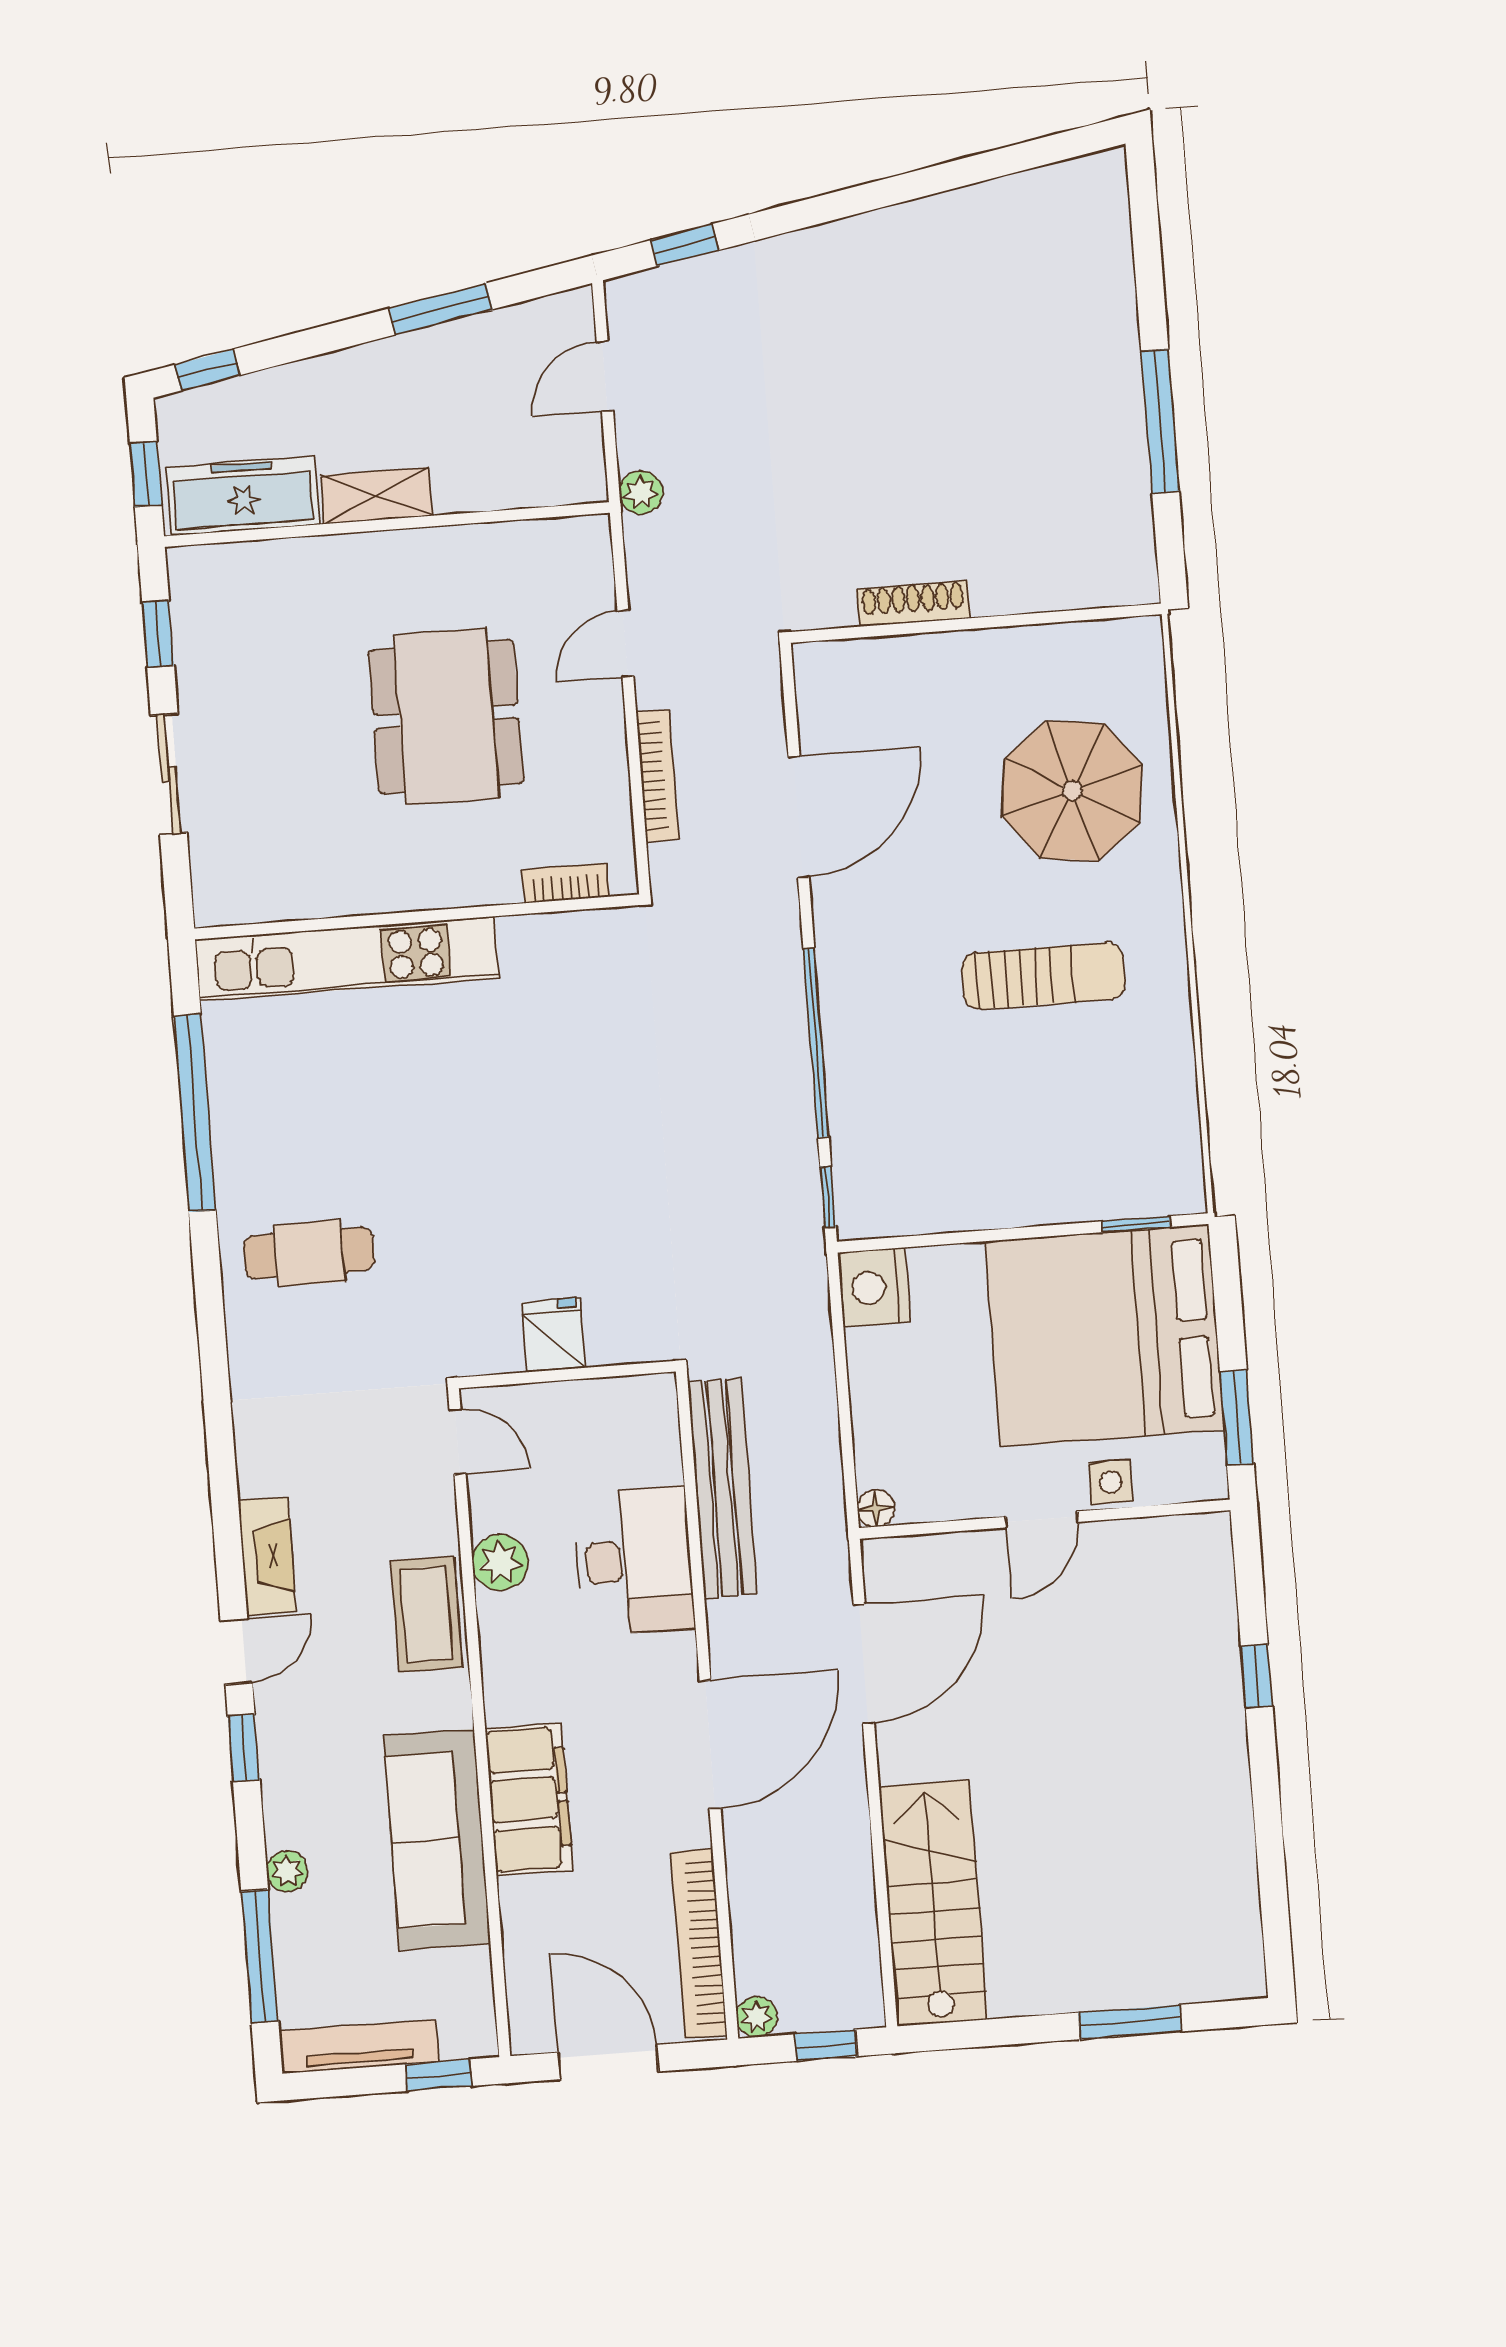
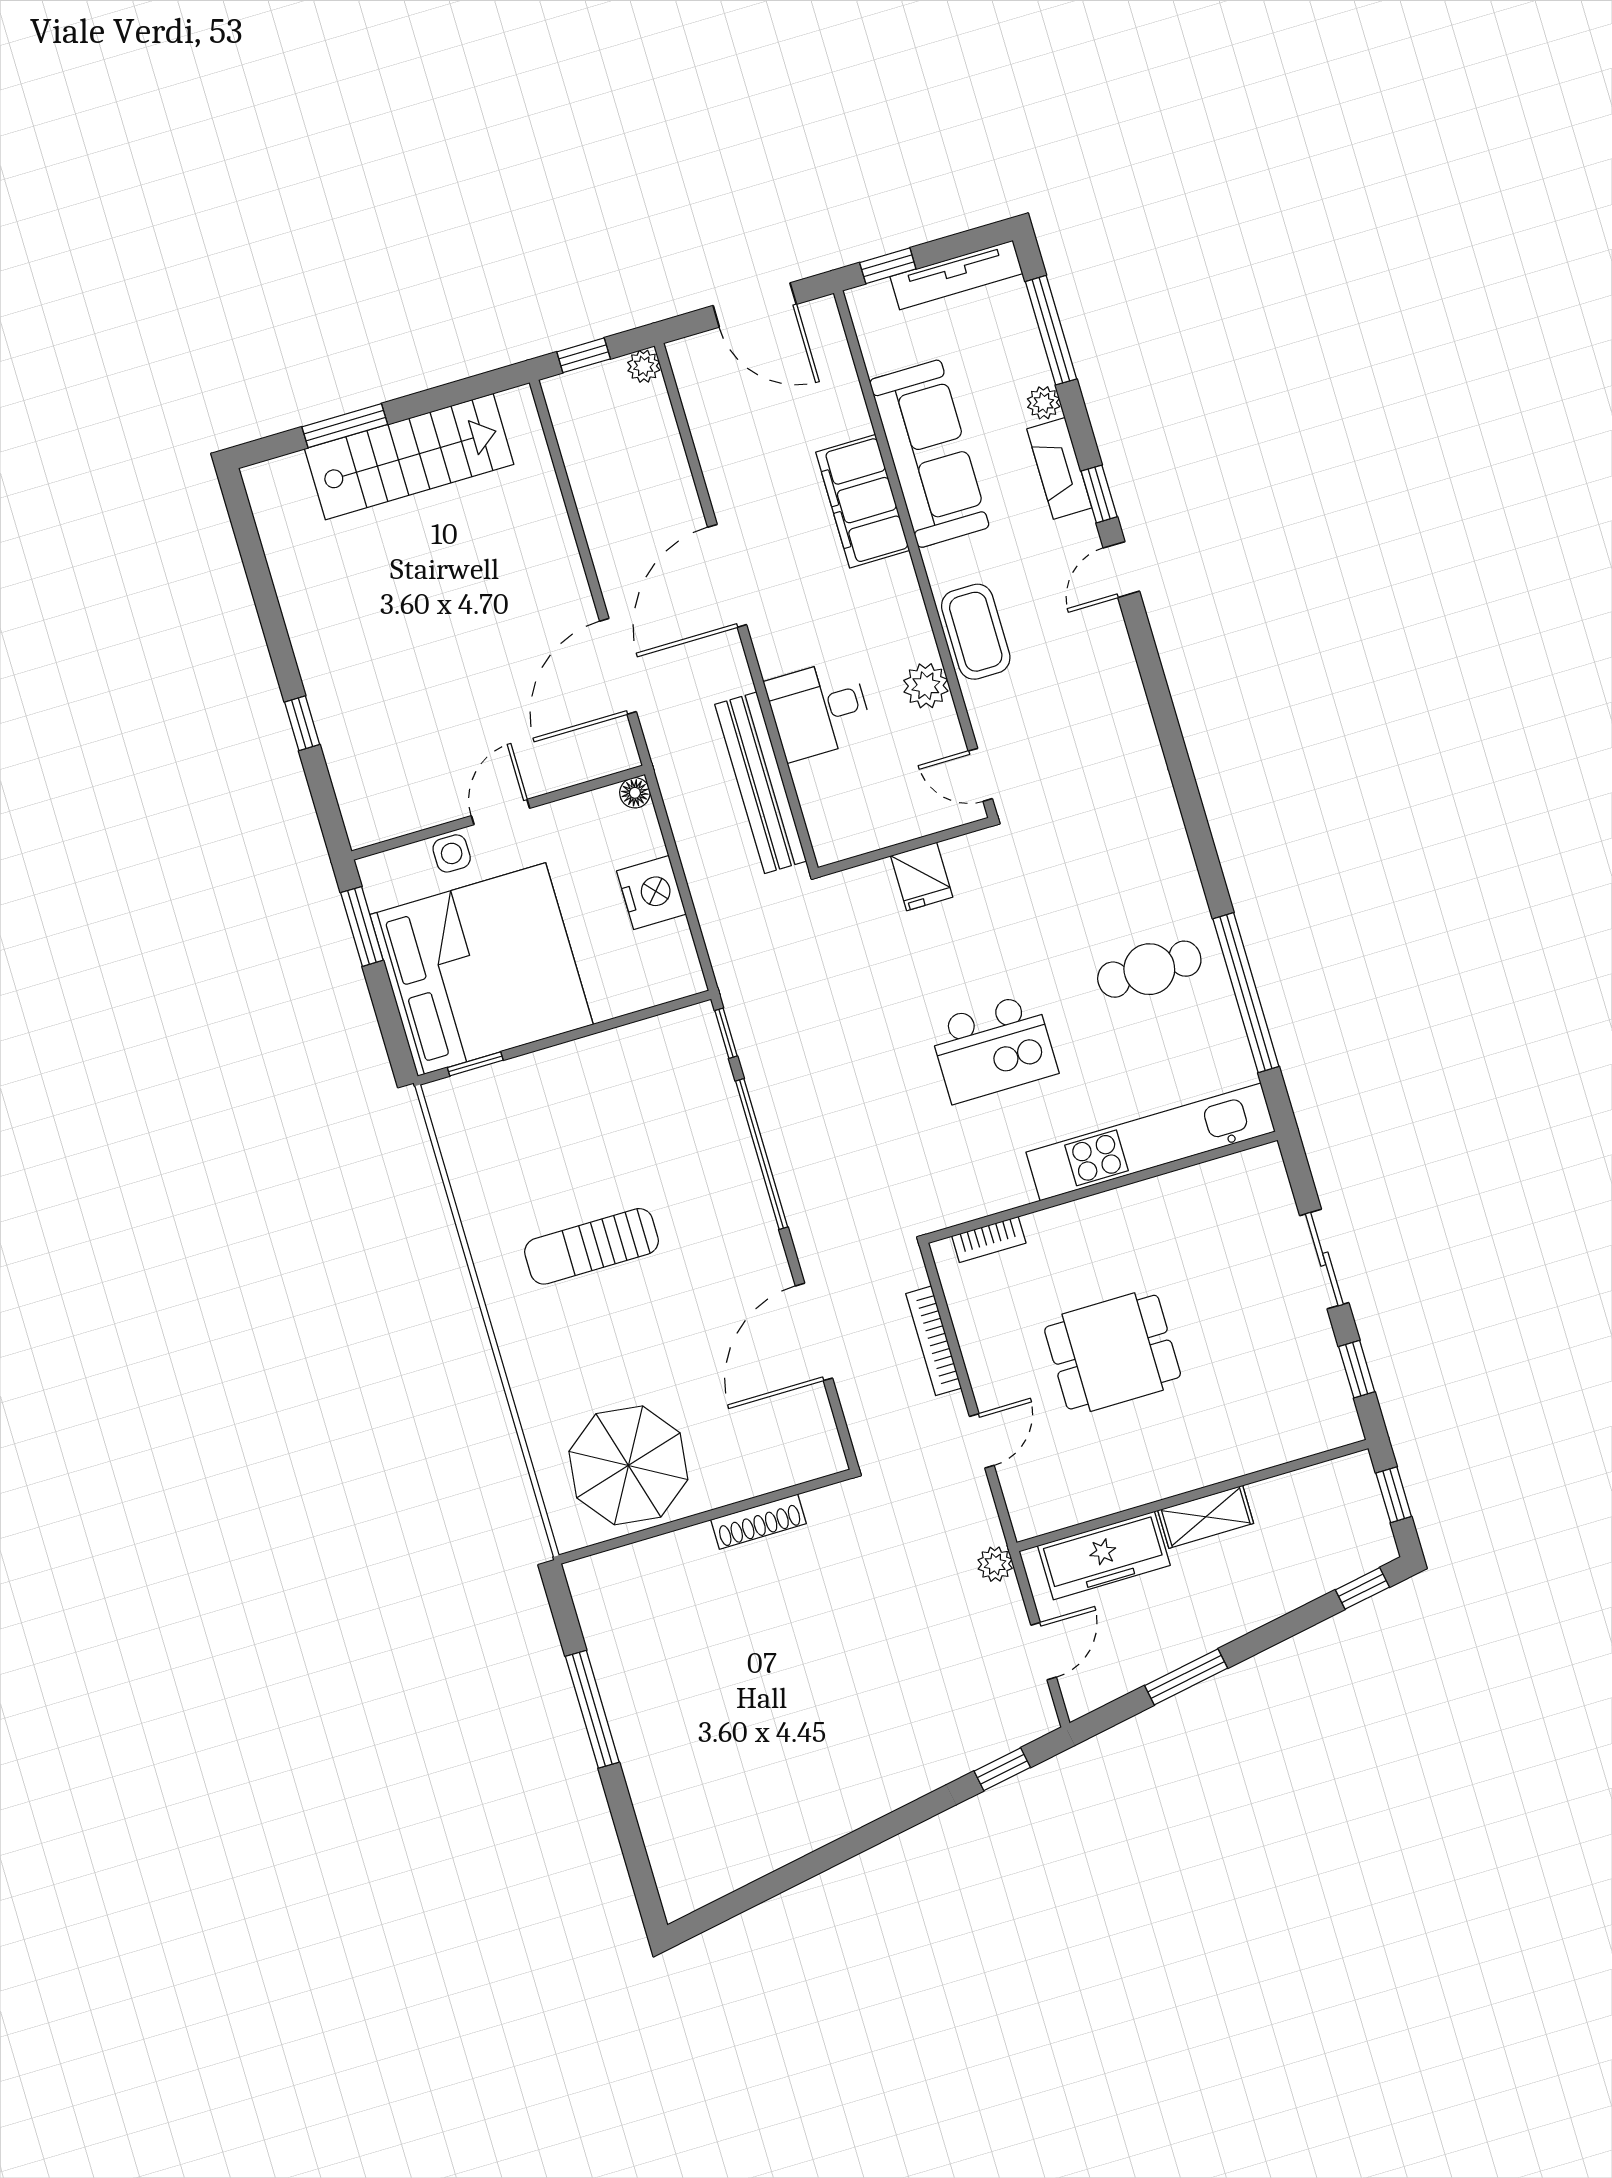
freezer: (243, 496) -> (1104, 1556), moved
dining table: (446, 717) -> (1113, 1352), width x0.73
parasol: (1072, 791) -> (628, 1465), moved
kitchen island: (511, 1111) -> (993, 1048), added
cafe table: (309, 1253) -> (1149, 969), moved
nightstand: (874, 1287) -> (651, 892), moved
fireplace: (267, 1556) -> (1059, 468), moved
desk: (634, 1561) -> (819, 710), width x0.73
stairs: (933, 1903) -> (409, 457), moved, turned -90
bookcase: (699, 1943) -> (702, 415), removed

